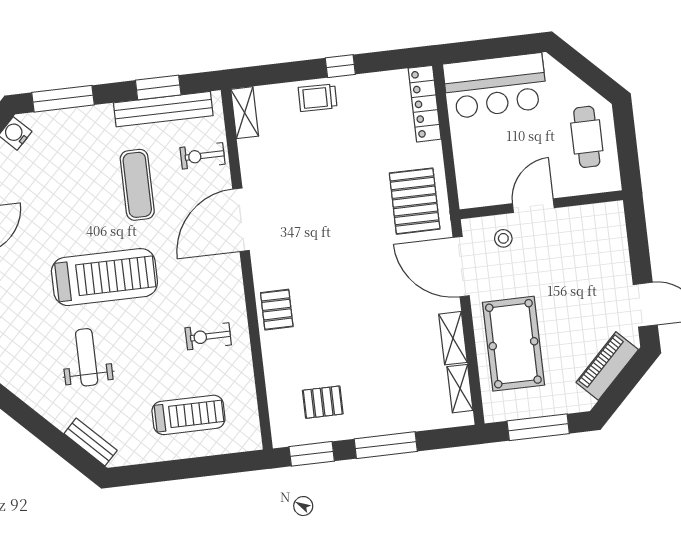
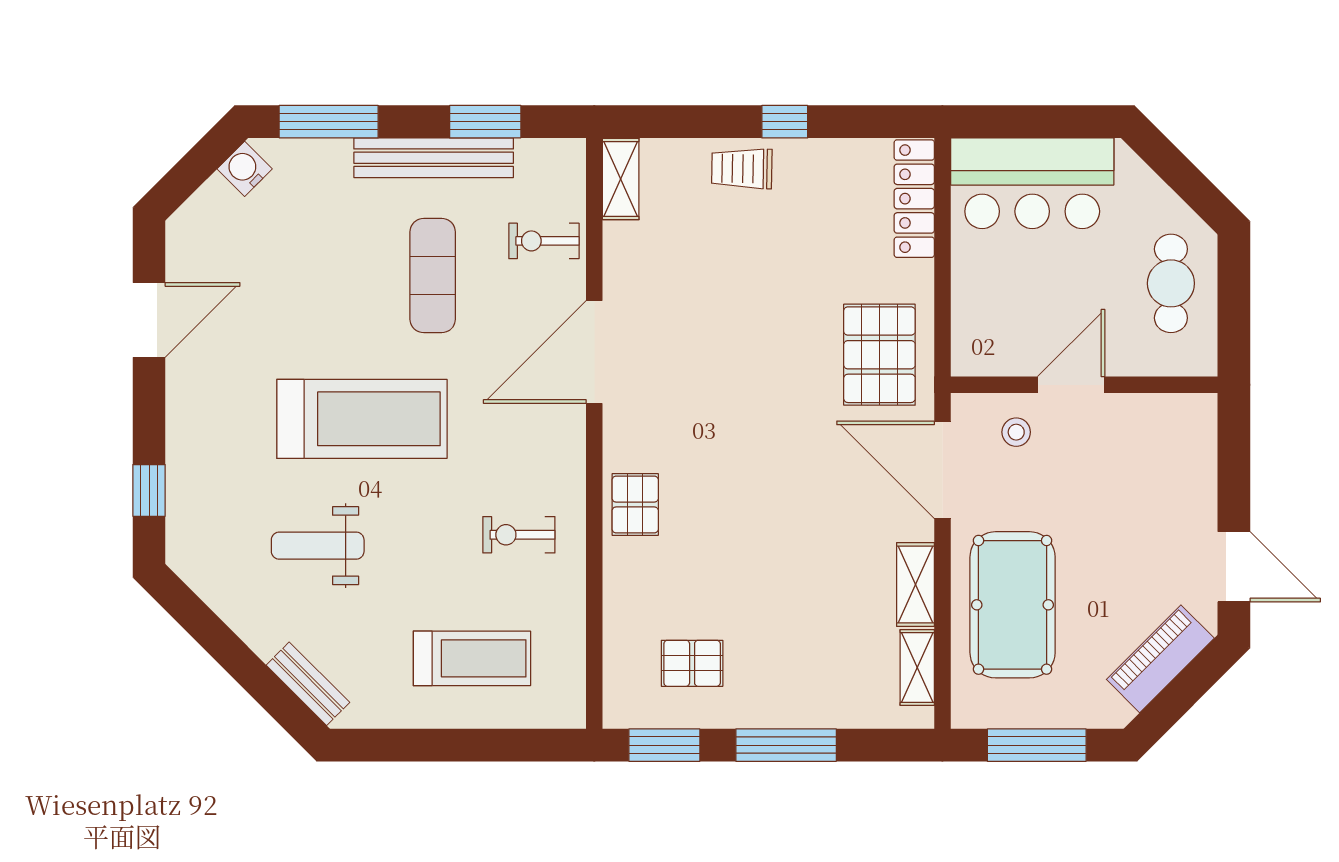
bench: (163, 109) -> (434, 158), moved
weight bench: (87, 357) -> (318, 546), turned -90

